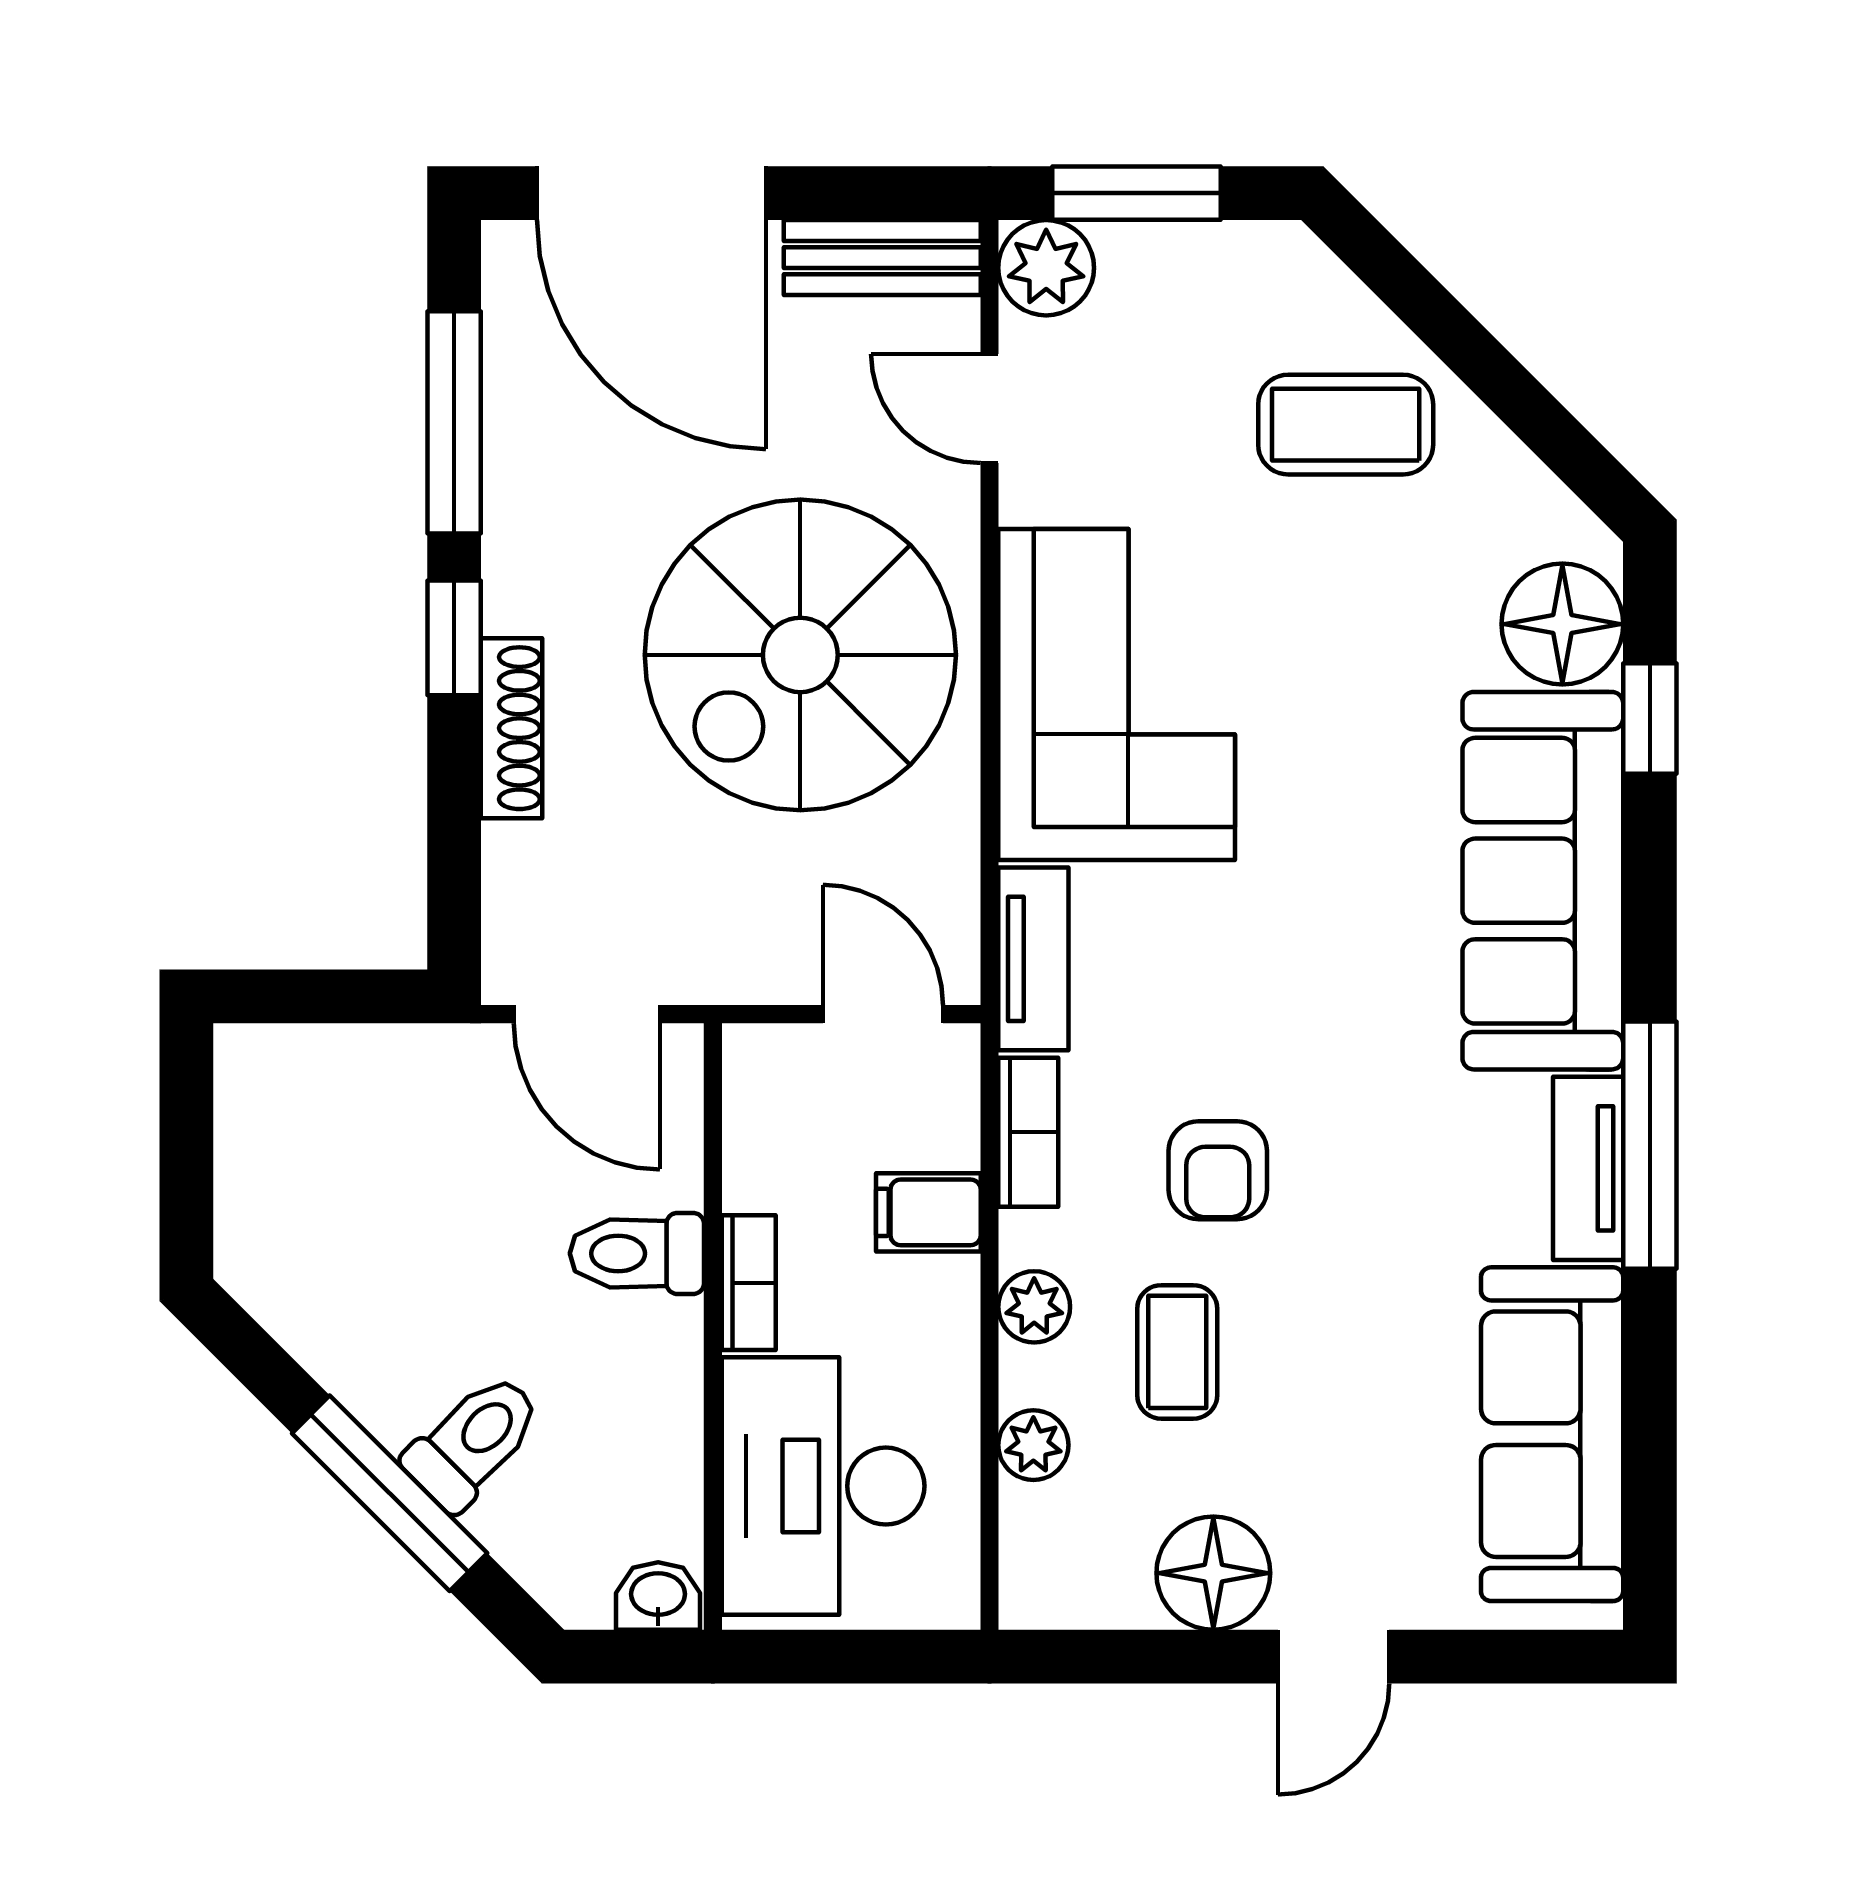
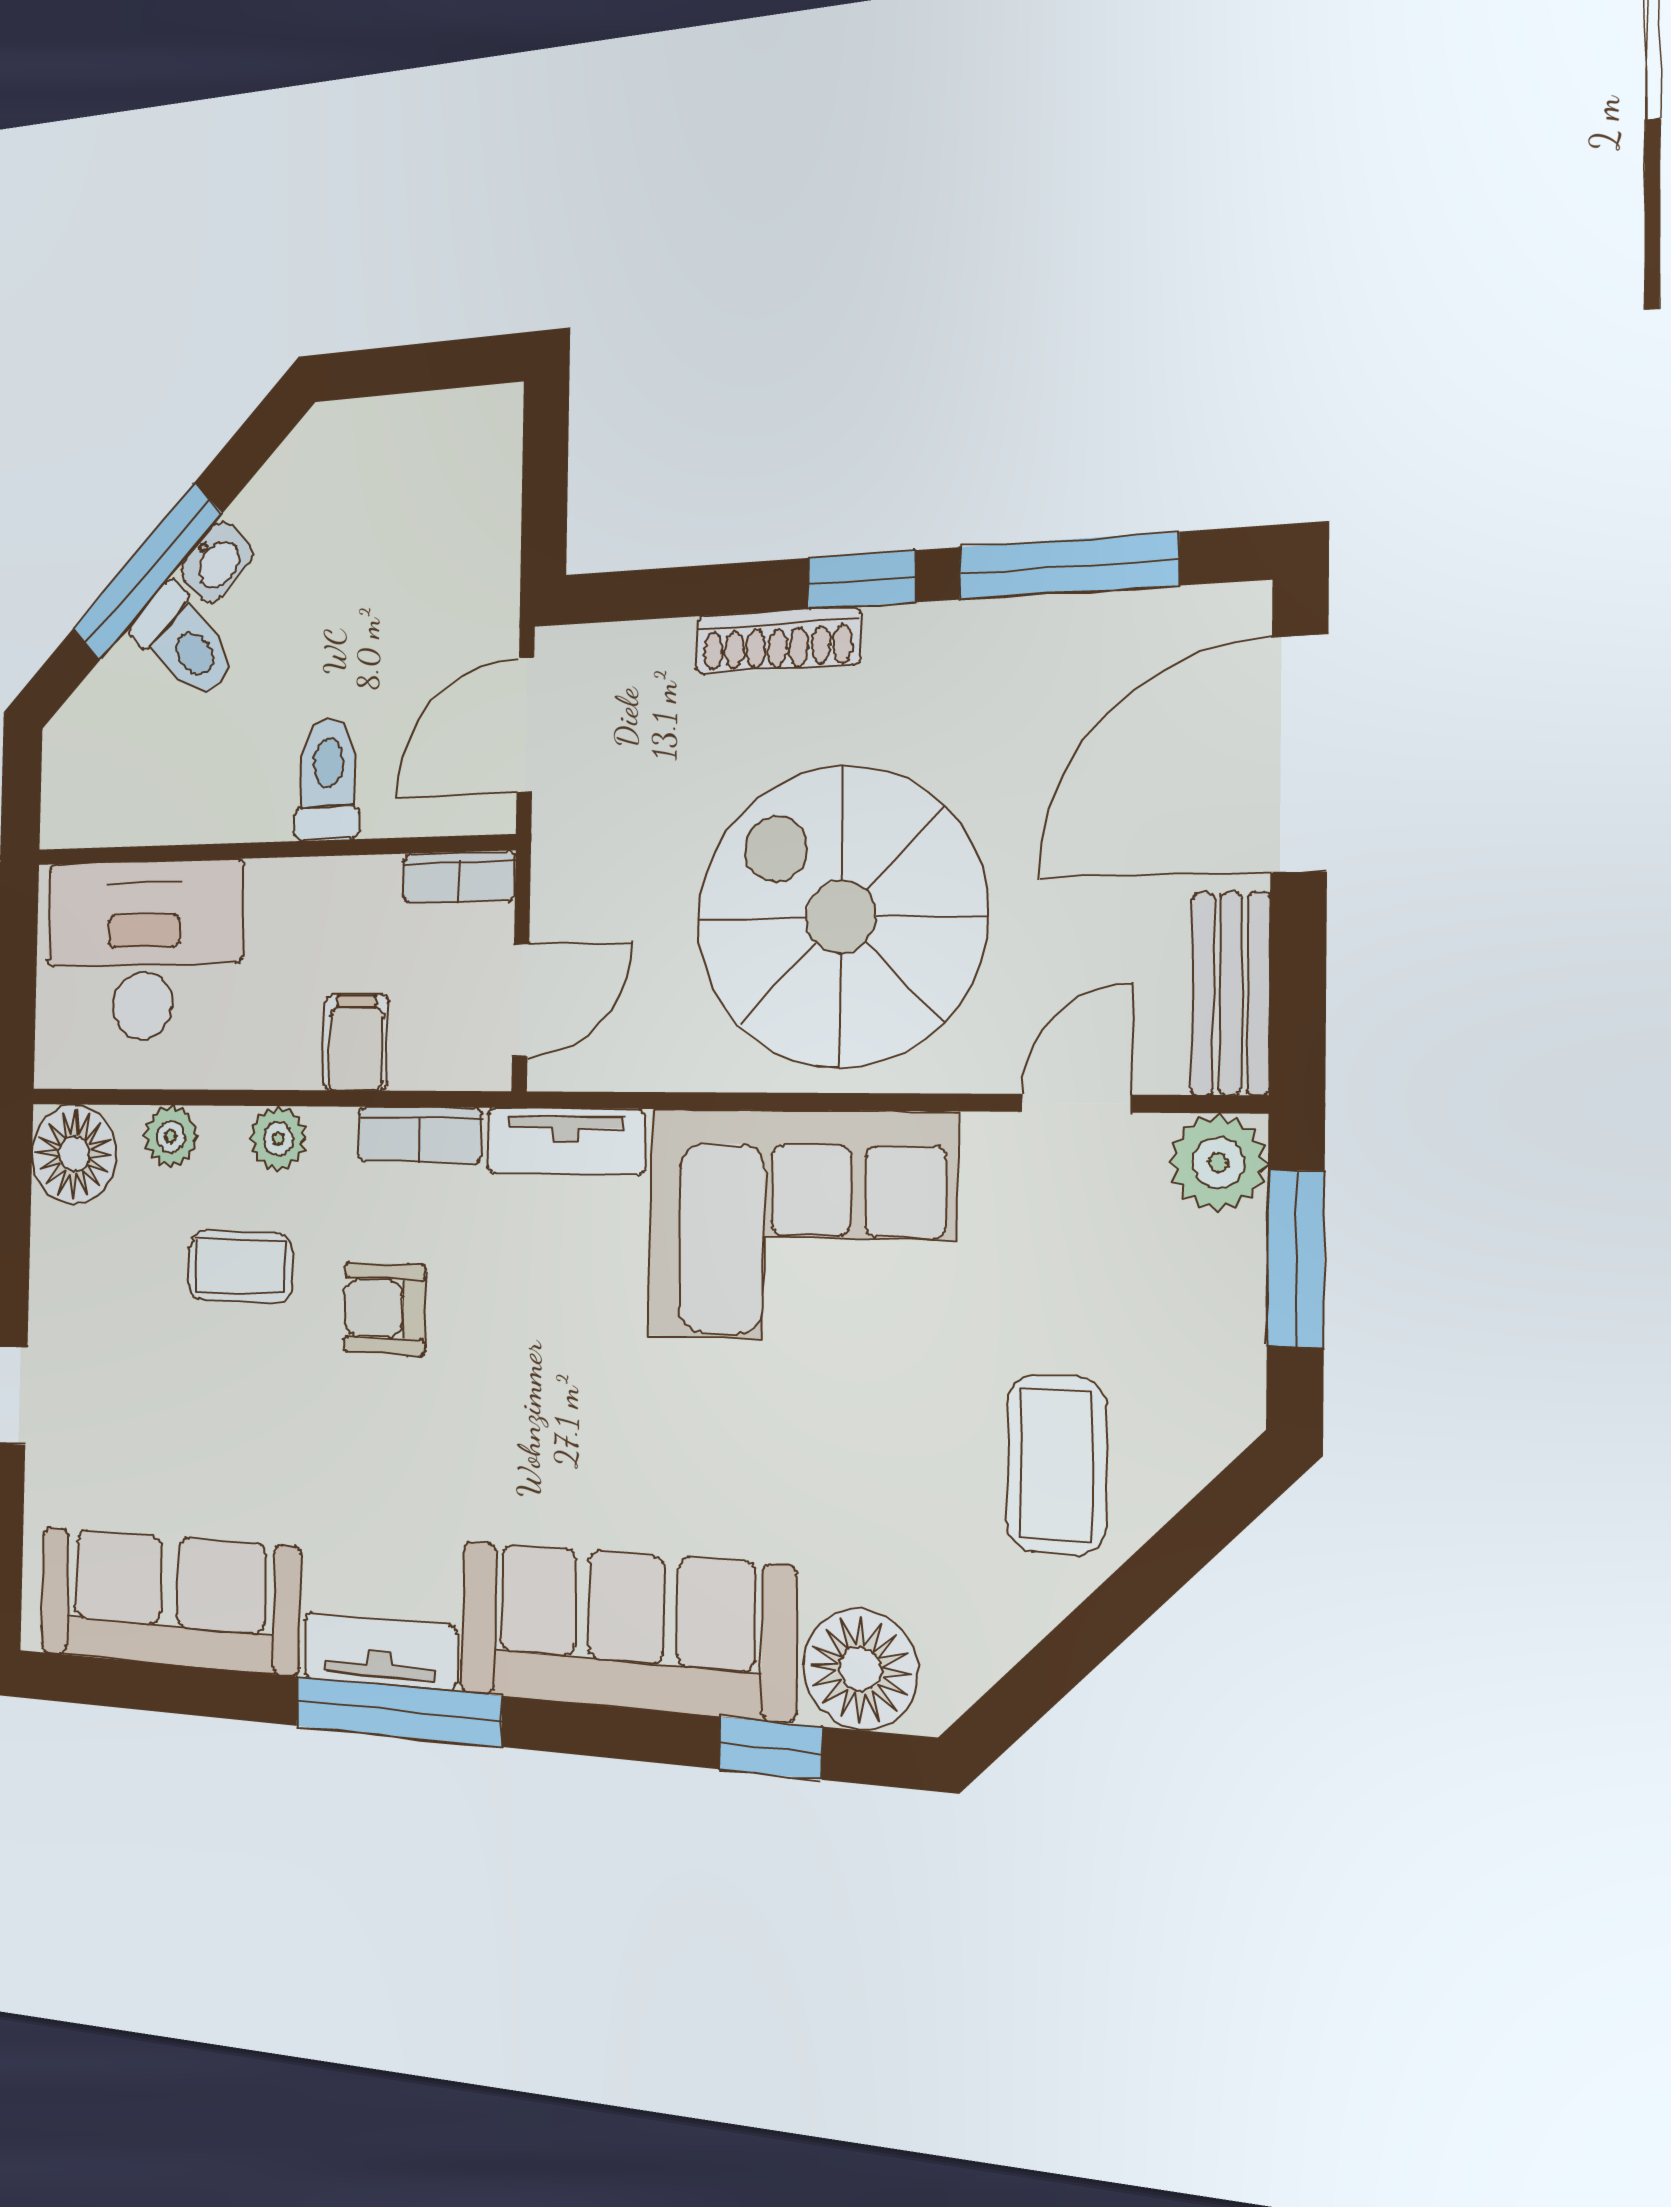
bookcase: (749, 1283) -> (459, 877), moved
floor lamp: (1213, 1573) -> (74, 1154), moved
washbasin: (658, 1596) -> (216, 562), moved, turned 45

